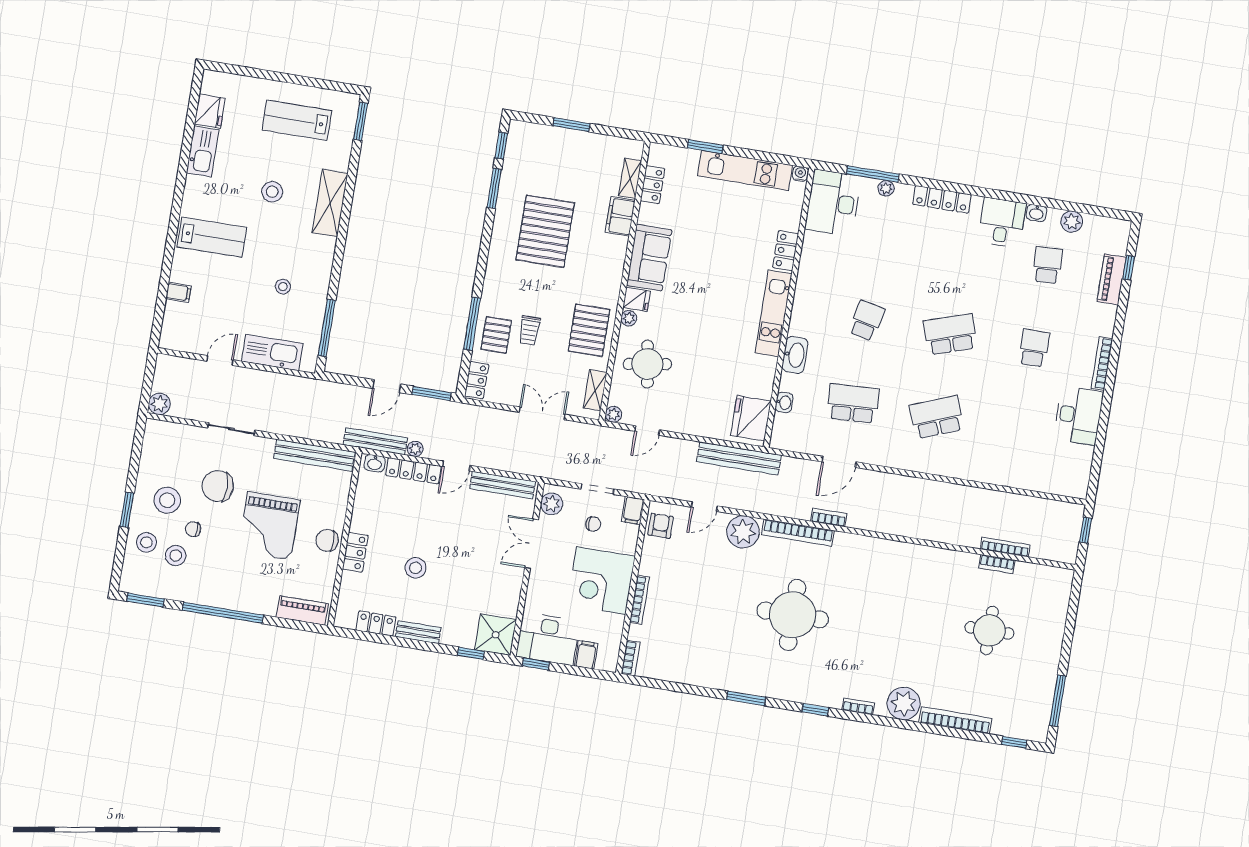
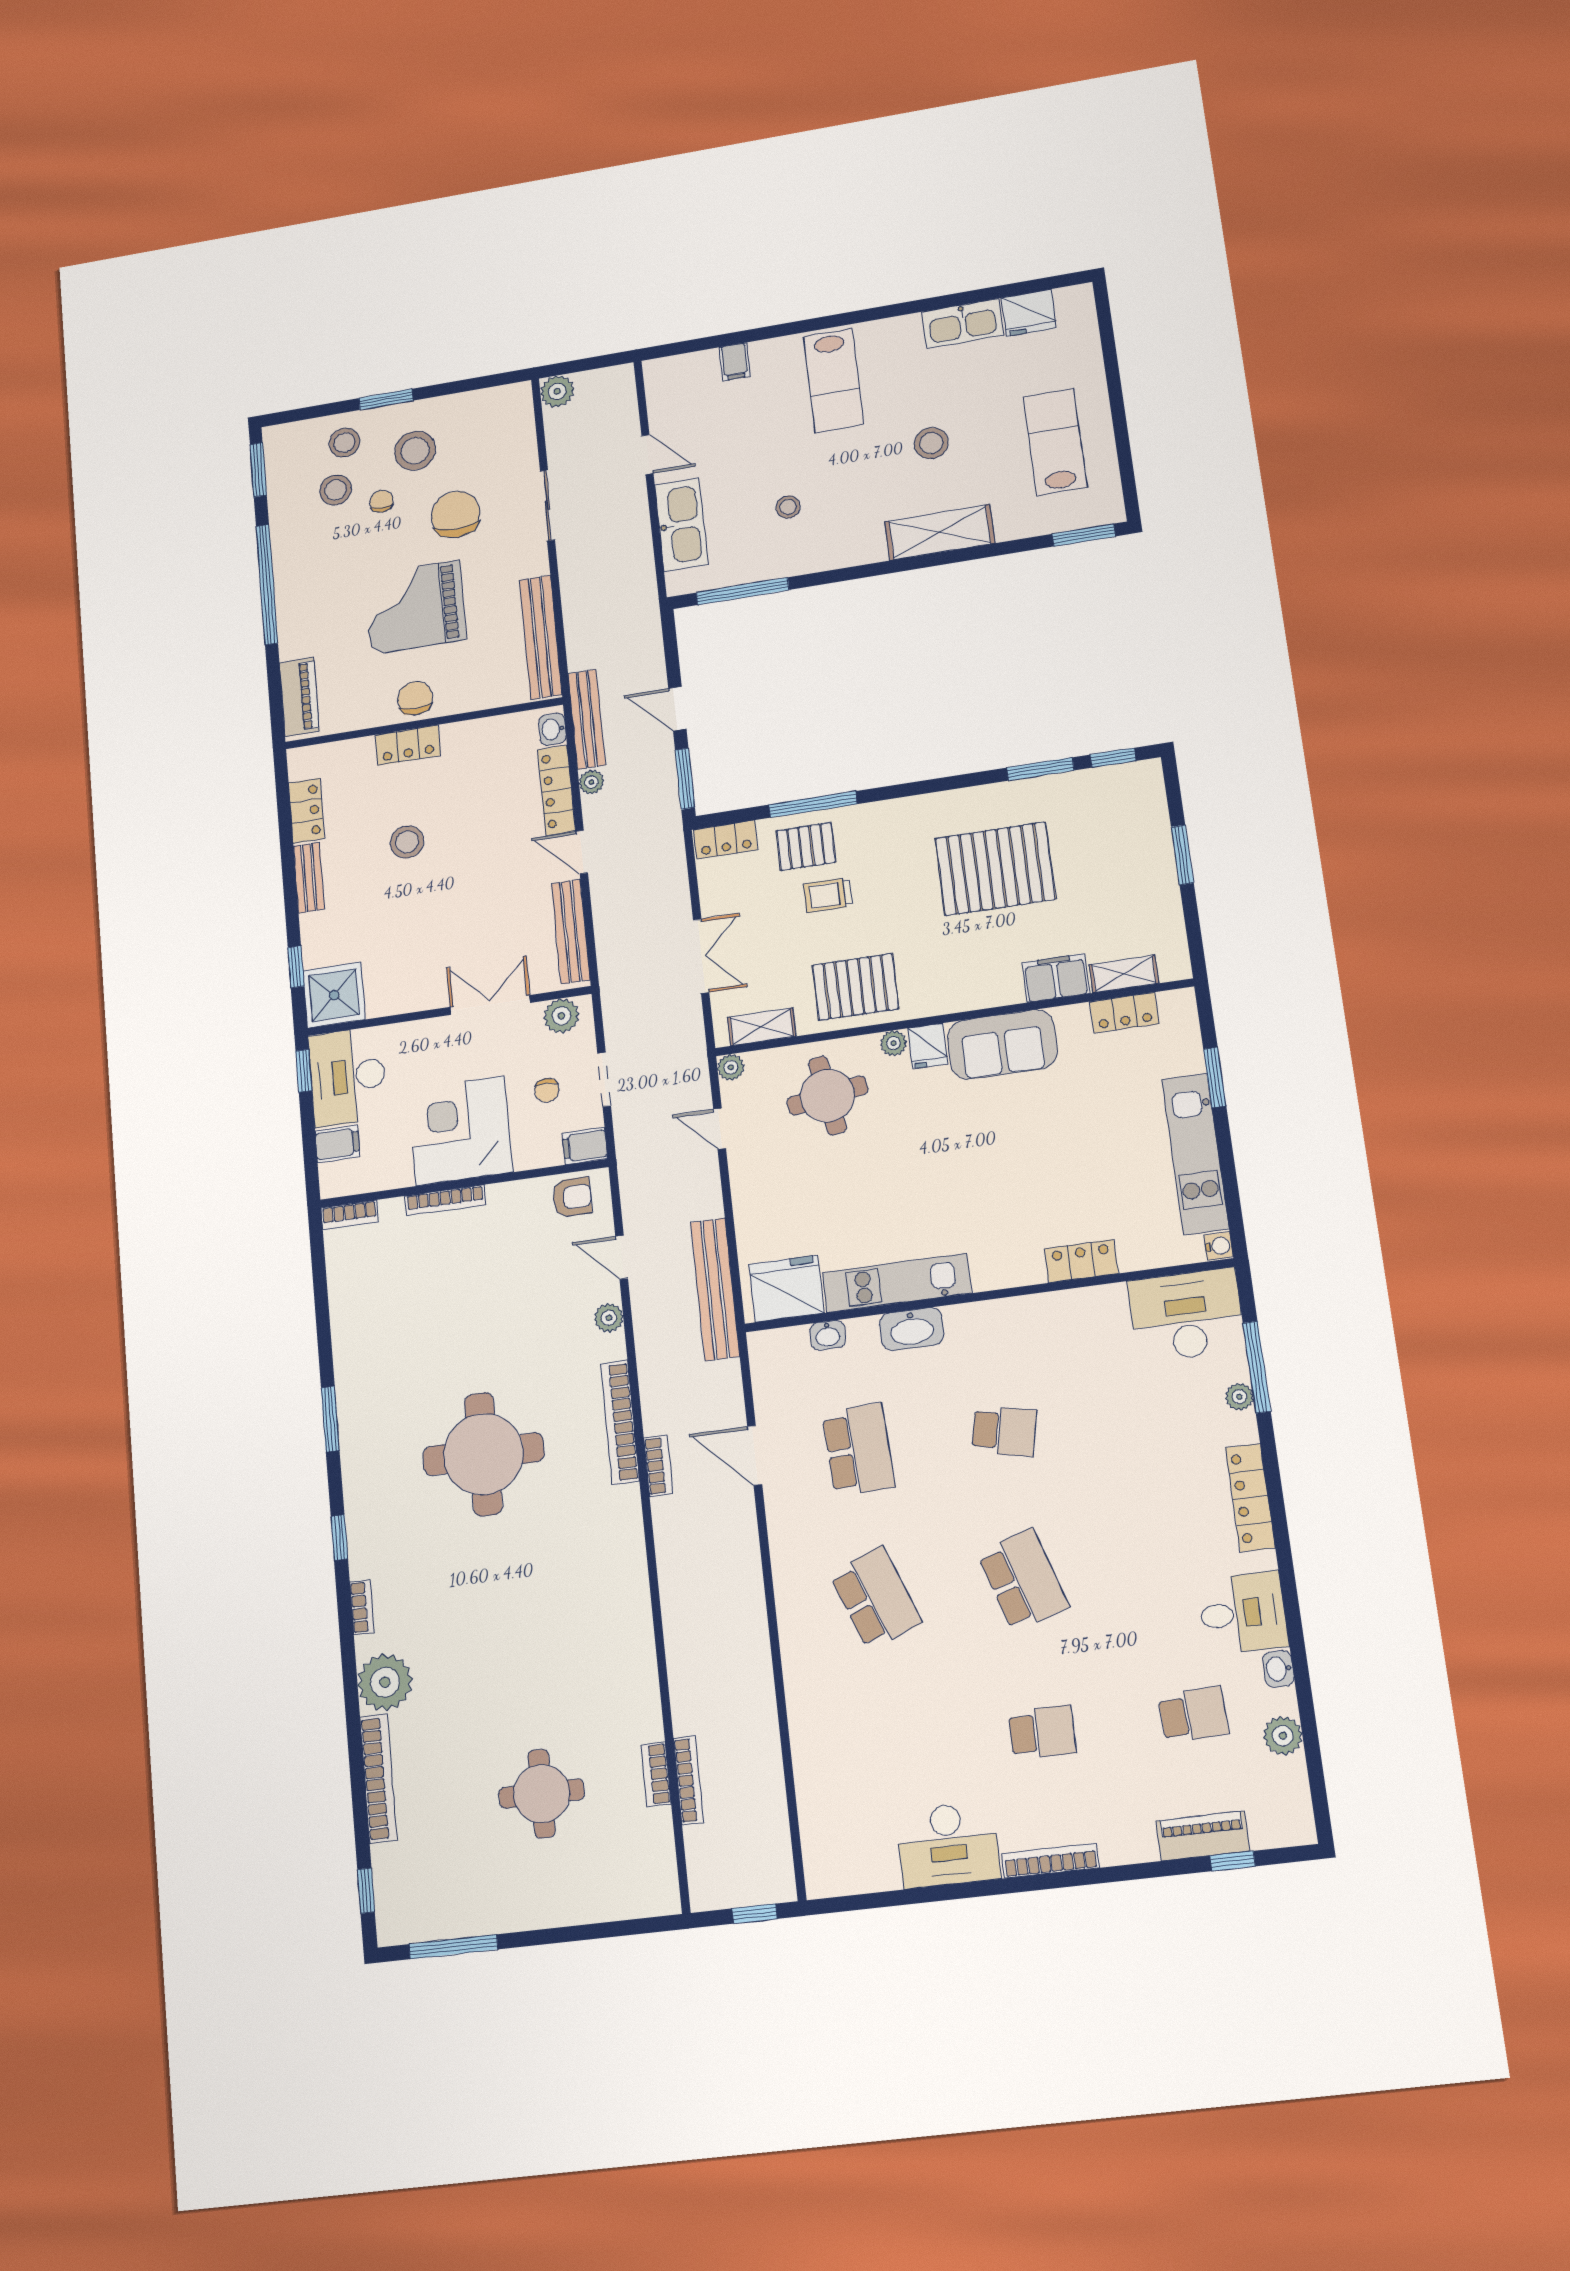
kitchen unit: (774, 313) -> (897, 1283), moved
plant: (743, 532) -> (609, 1318), width x0.53, depth x0.53

